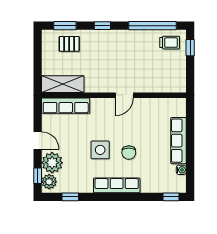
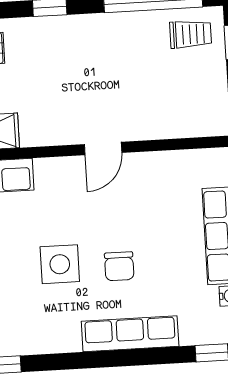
row of seats: (117, 185) -> (130, 334), moved

